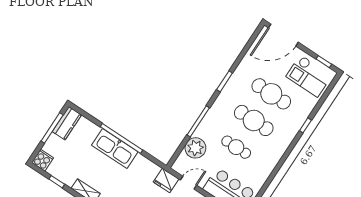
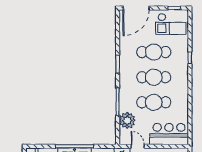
cafe table: (236, 147) -> (154, 102), width x1.37, depth x1.35
door: (188, 183) -> (138, 146), hinge flipped

